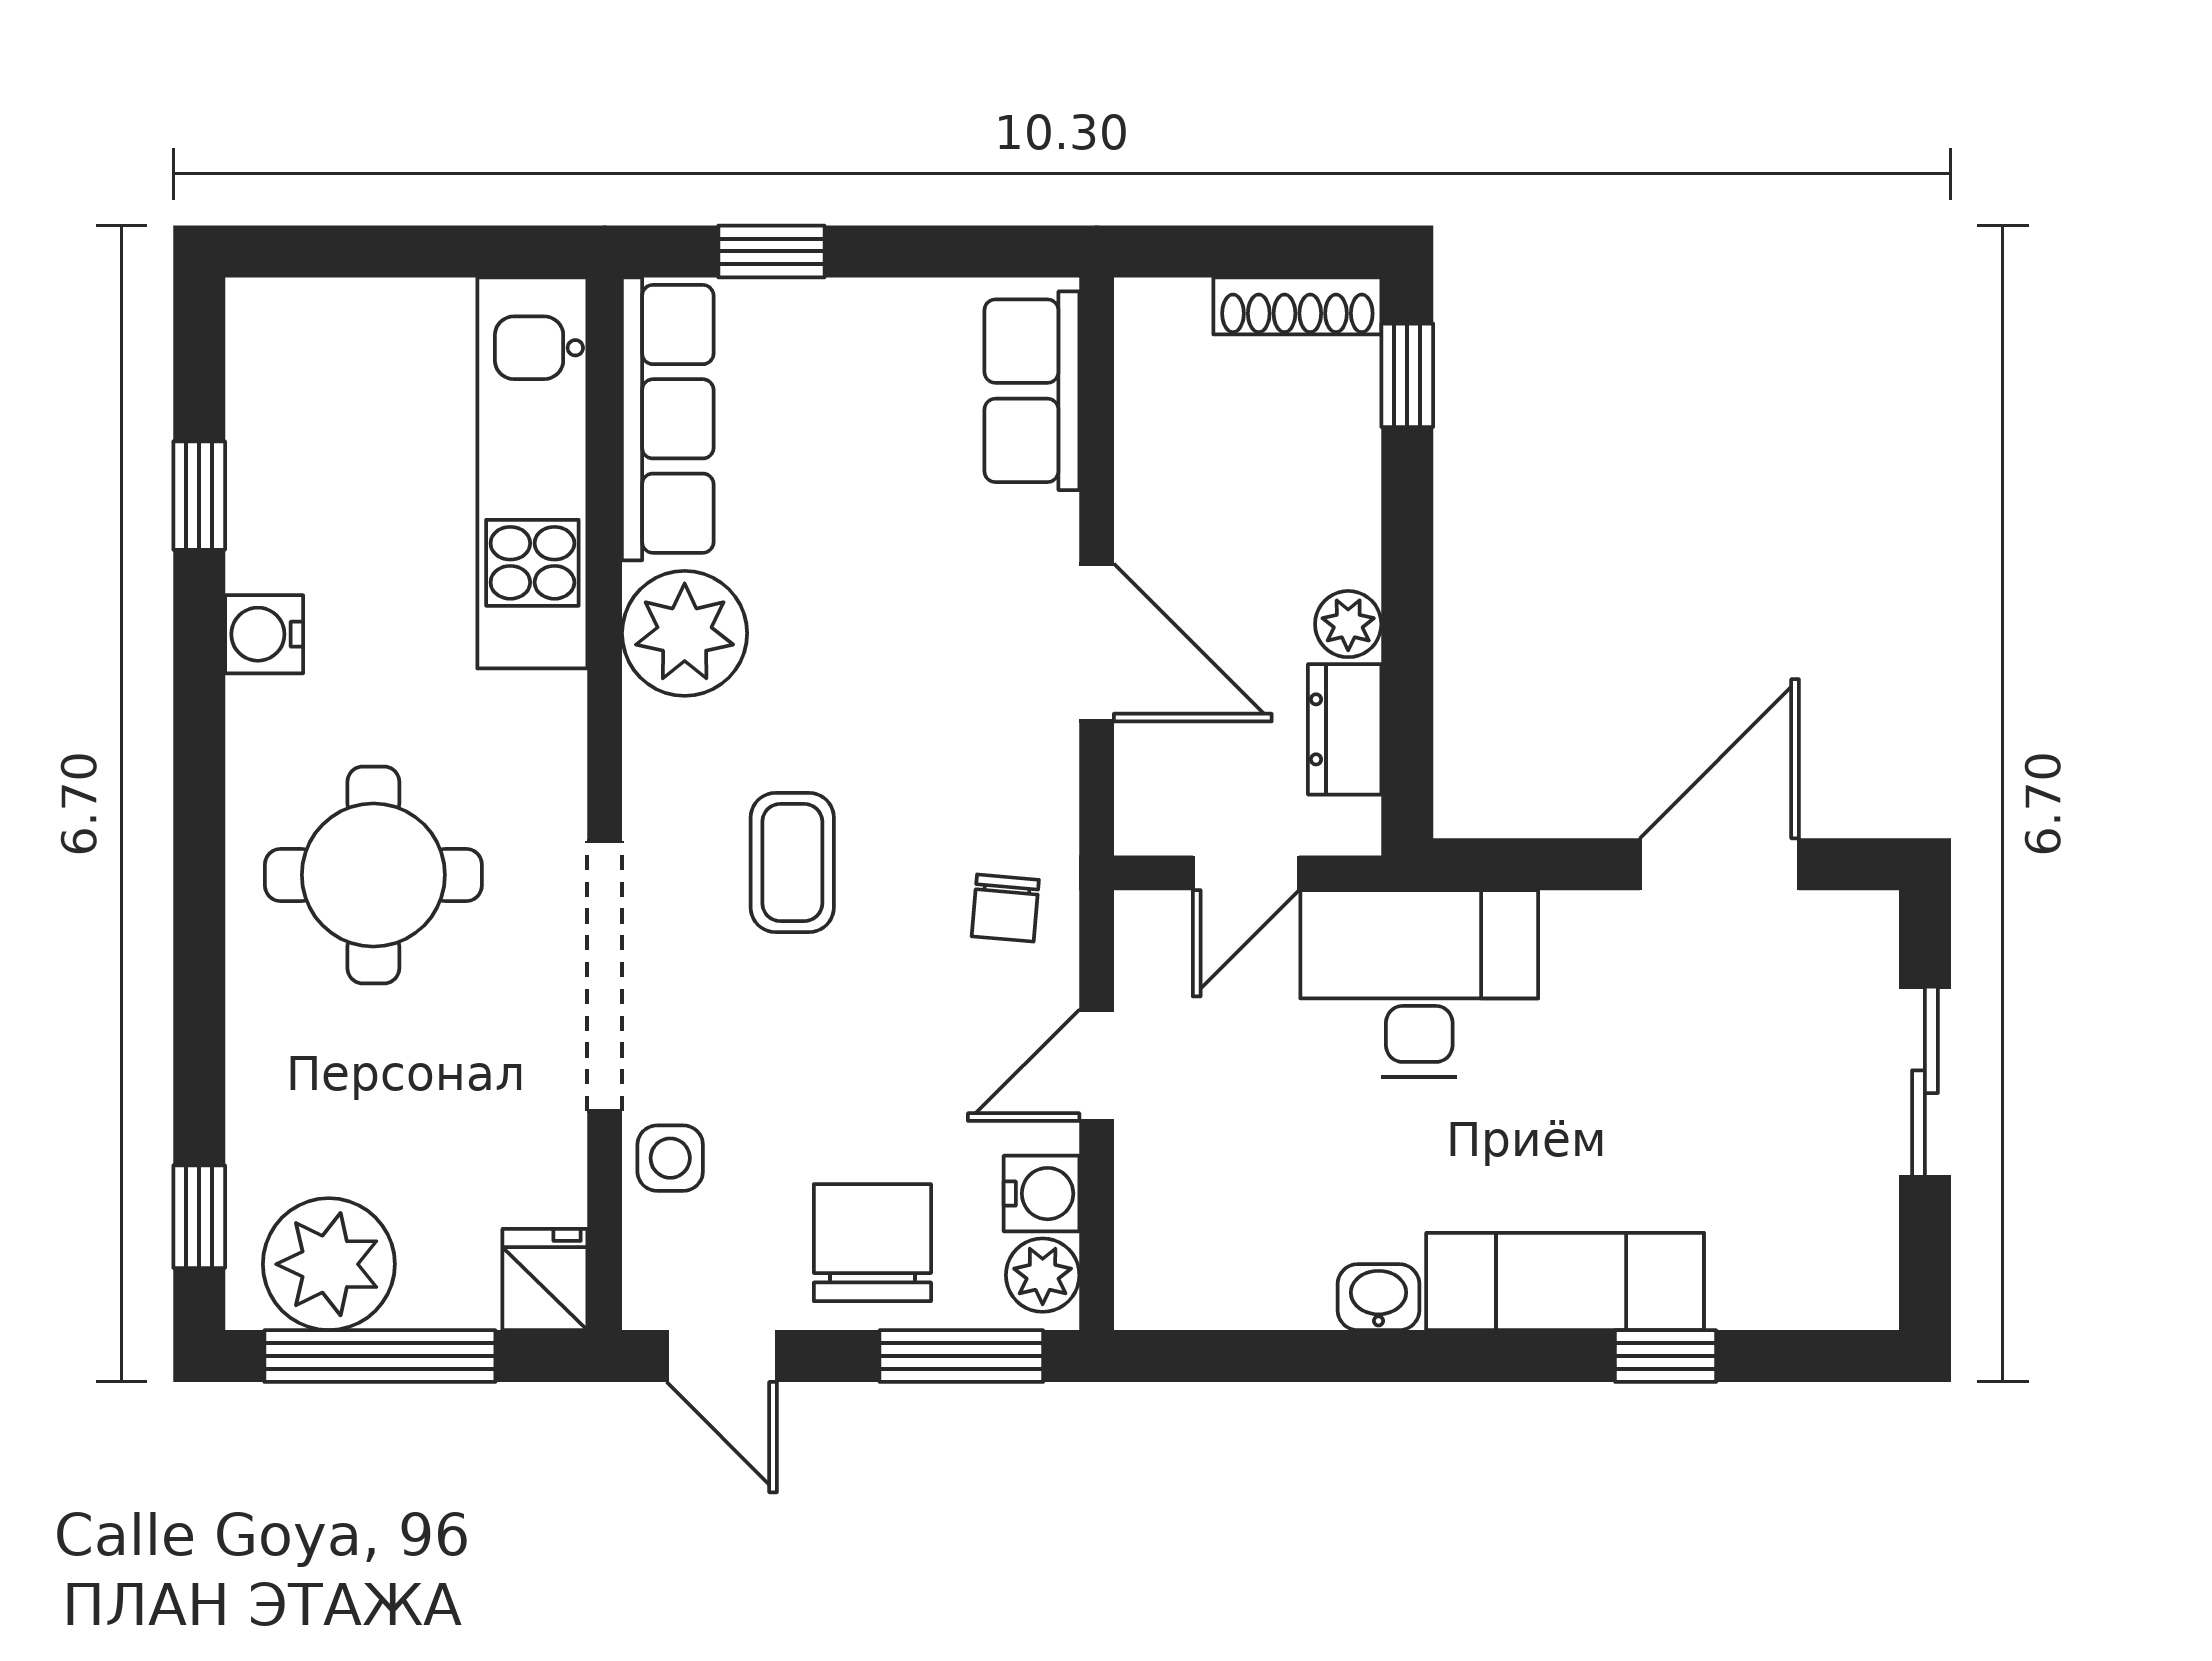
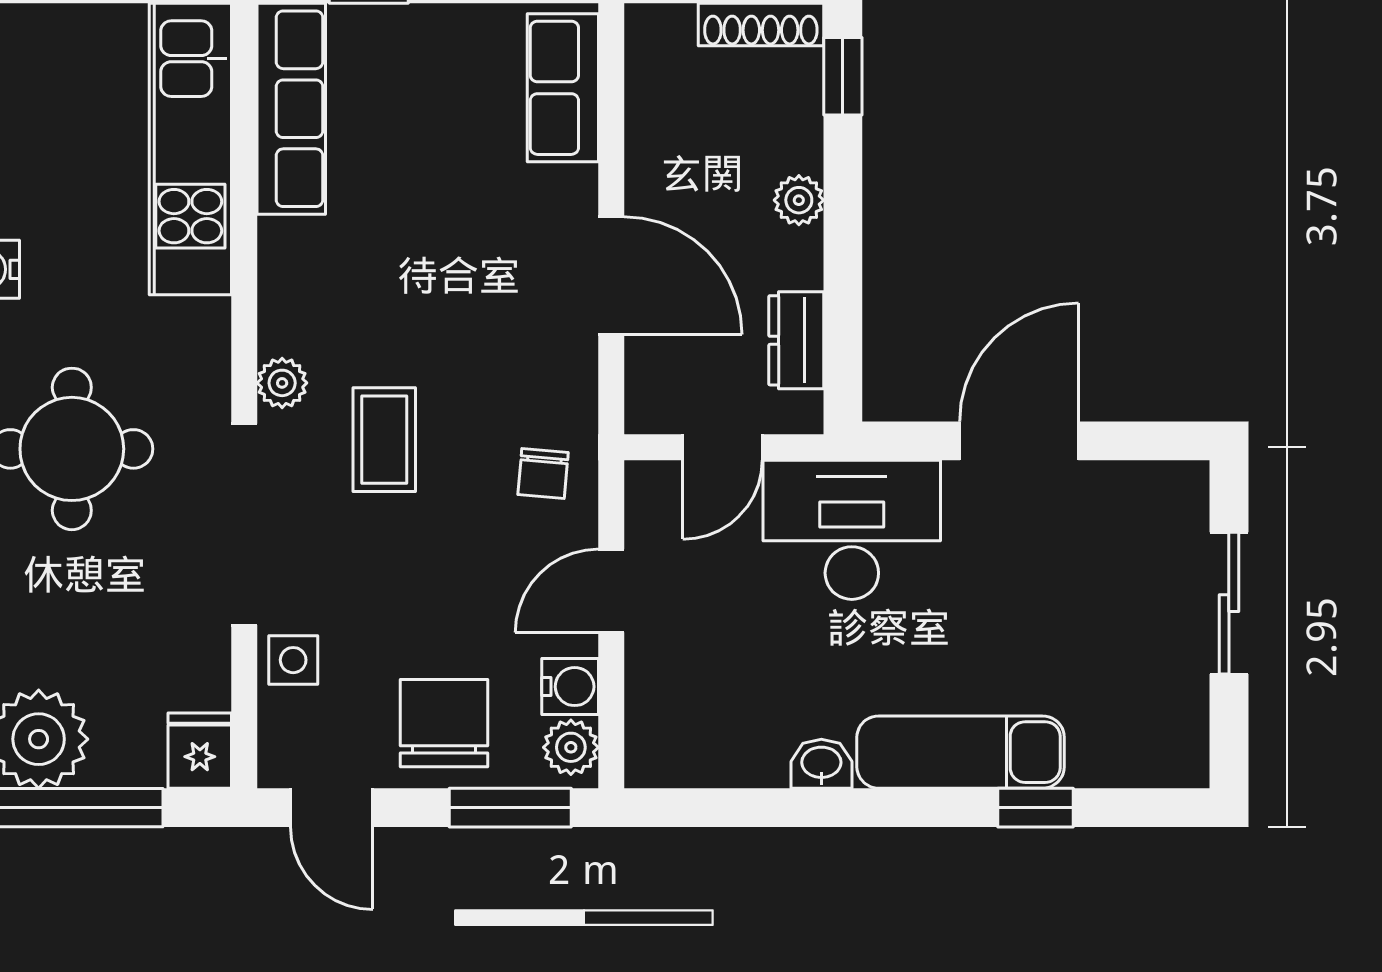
plant: (1348, 624) -> (799, 200), moved
plant: (685, 633) -> (282, 383), moved, width x0.53, depth x0.53
door: (1719, 864) -> (1019, 441), moved

